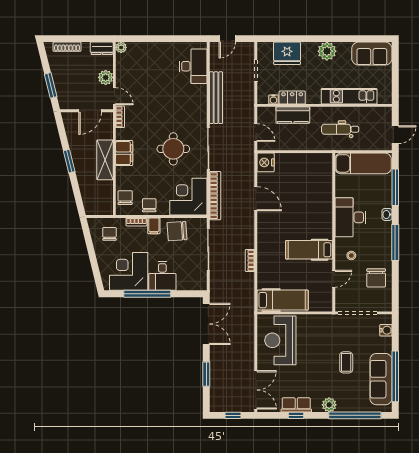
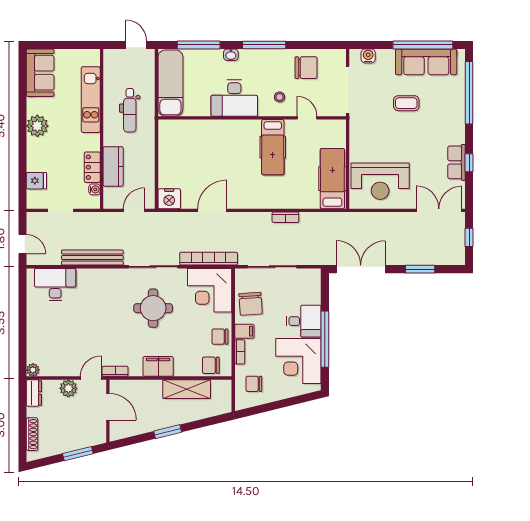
fridge: (287, 53) -> (36, 181), width x0.53, depth x0.75
shelving: (105, 160) -> (187, 389), moved
plant: (329, 405) -> (457, 123), removed

